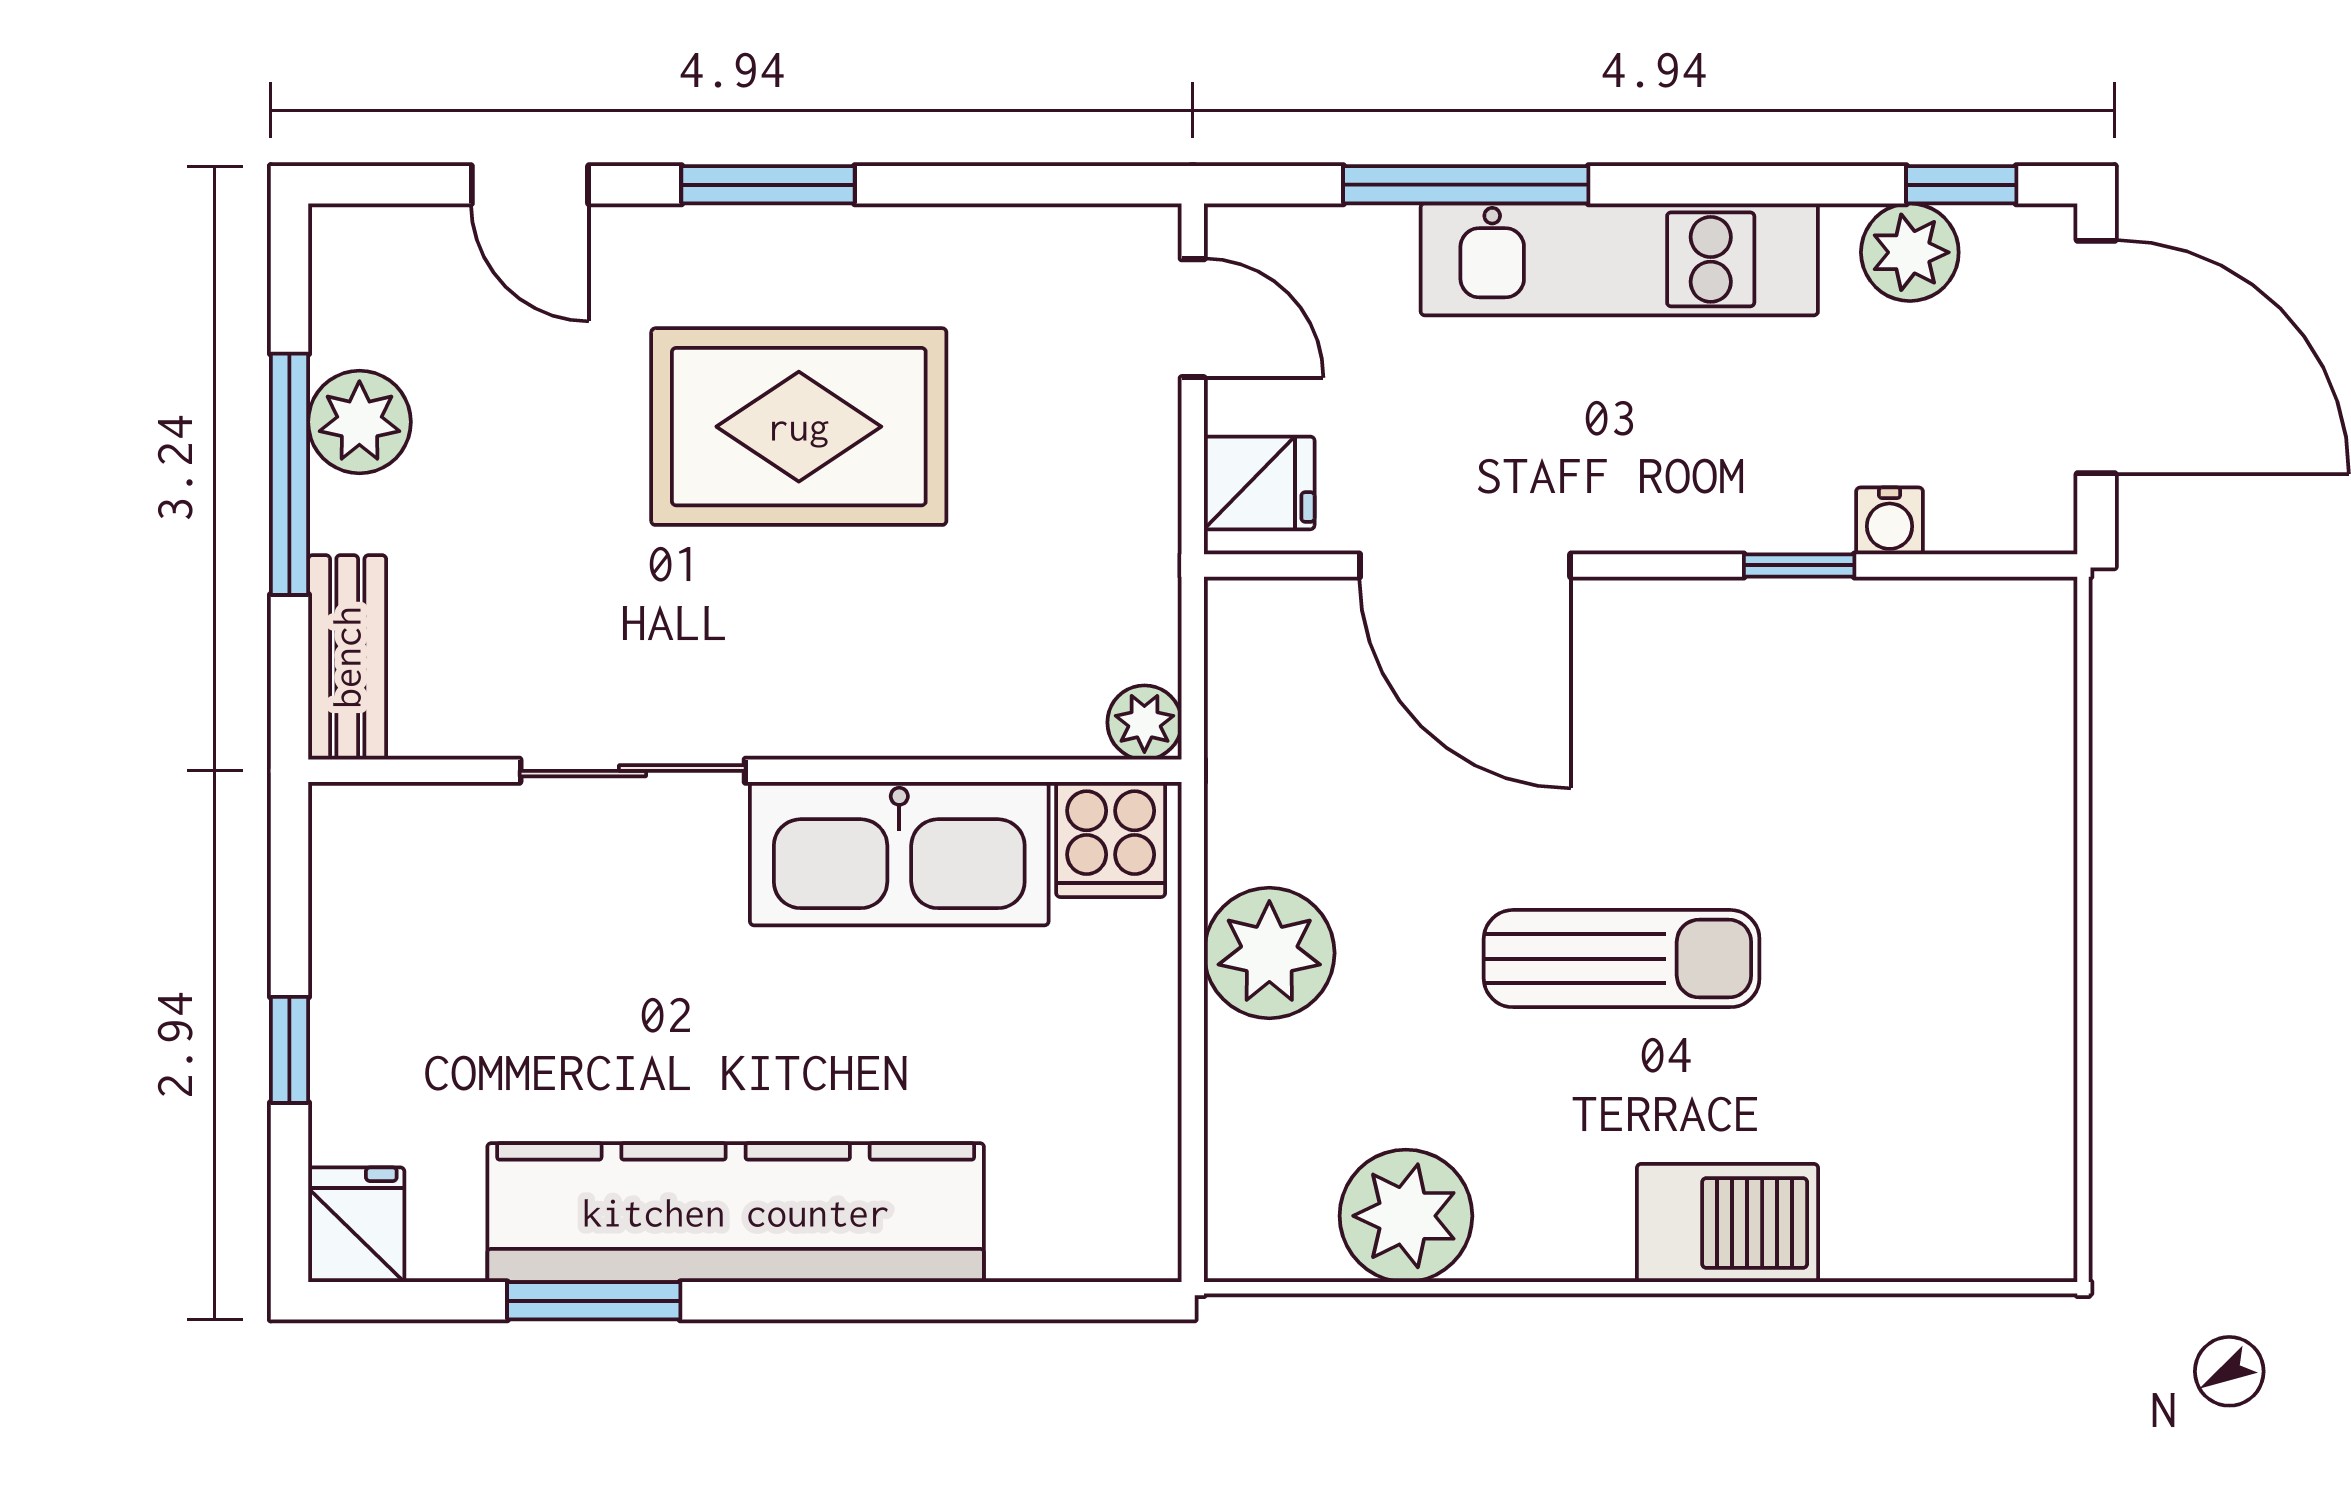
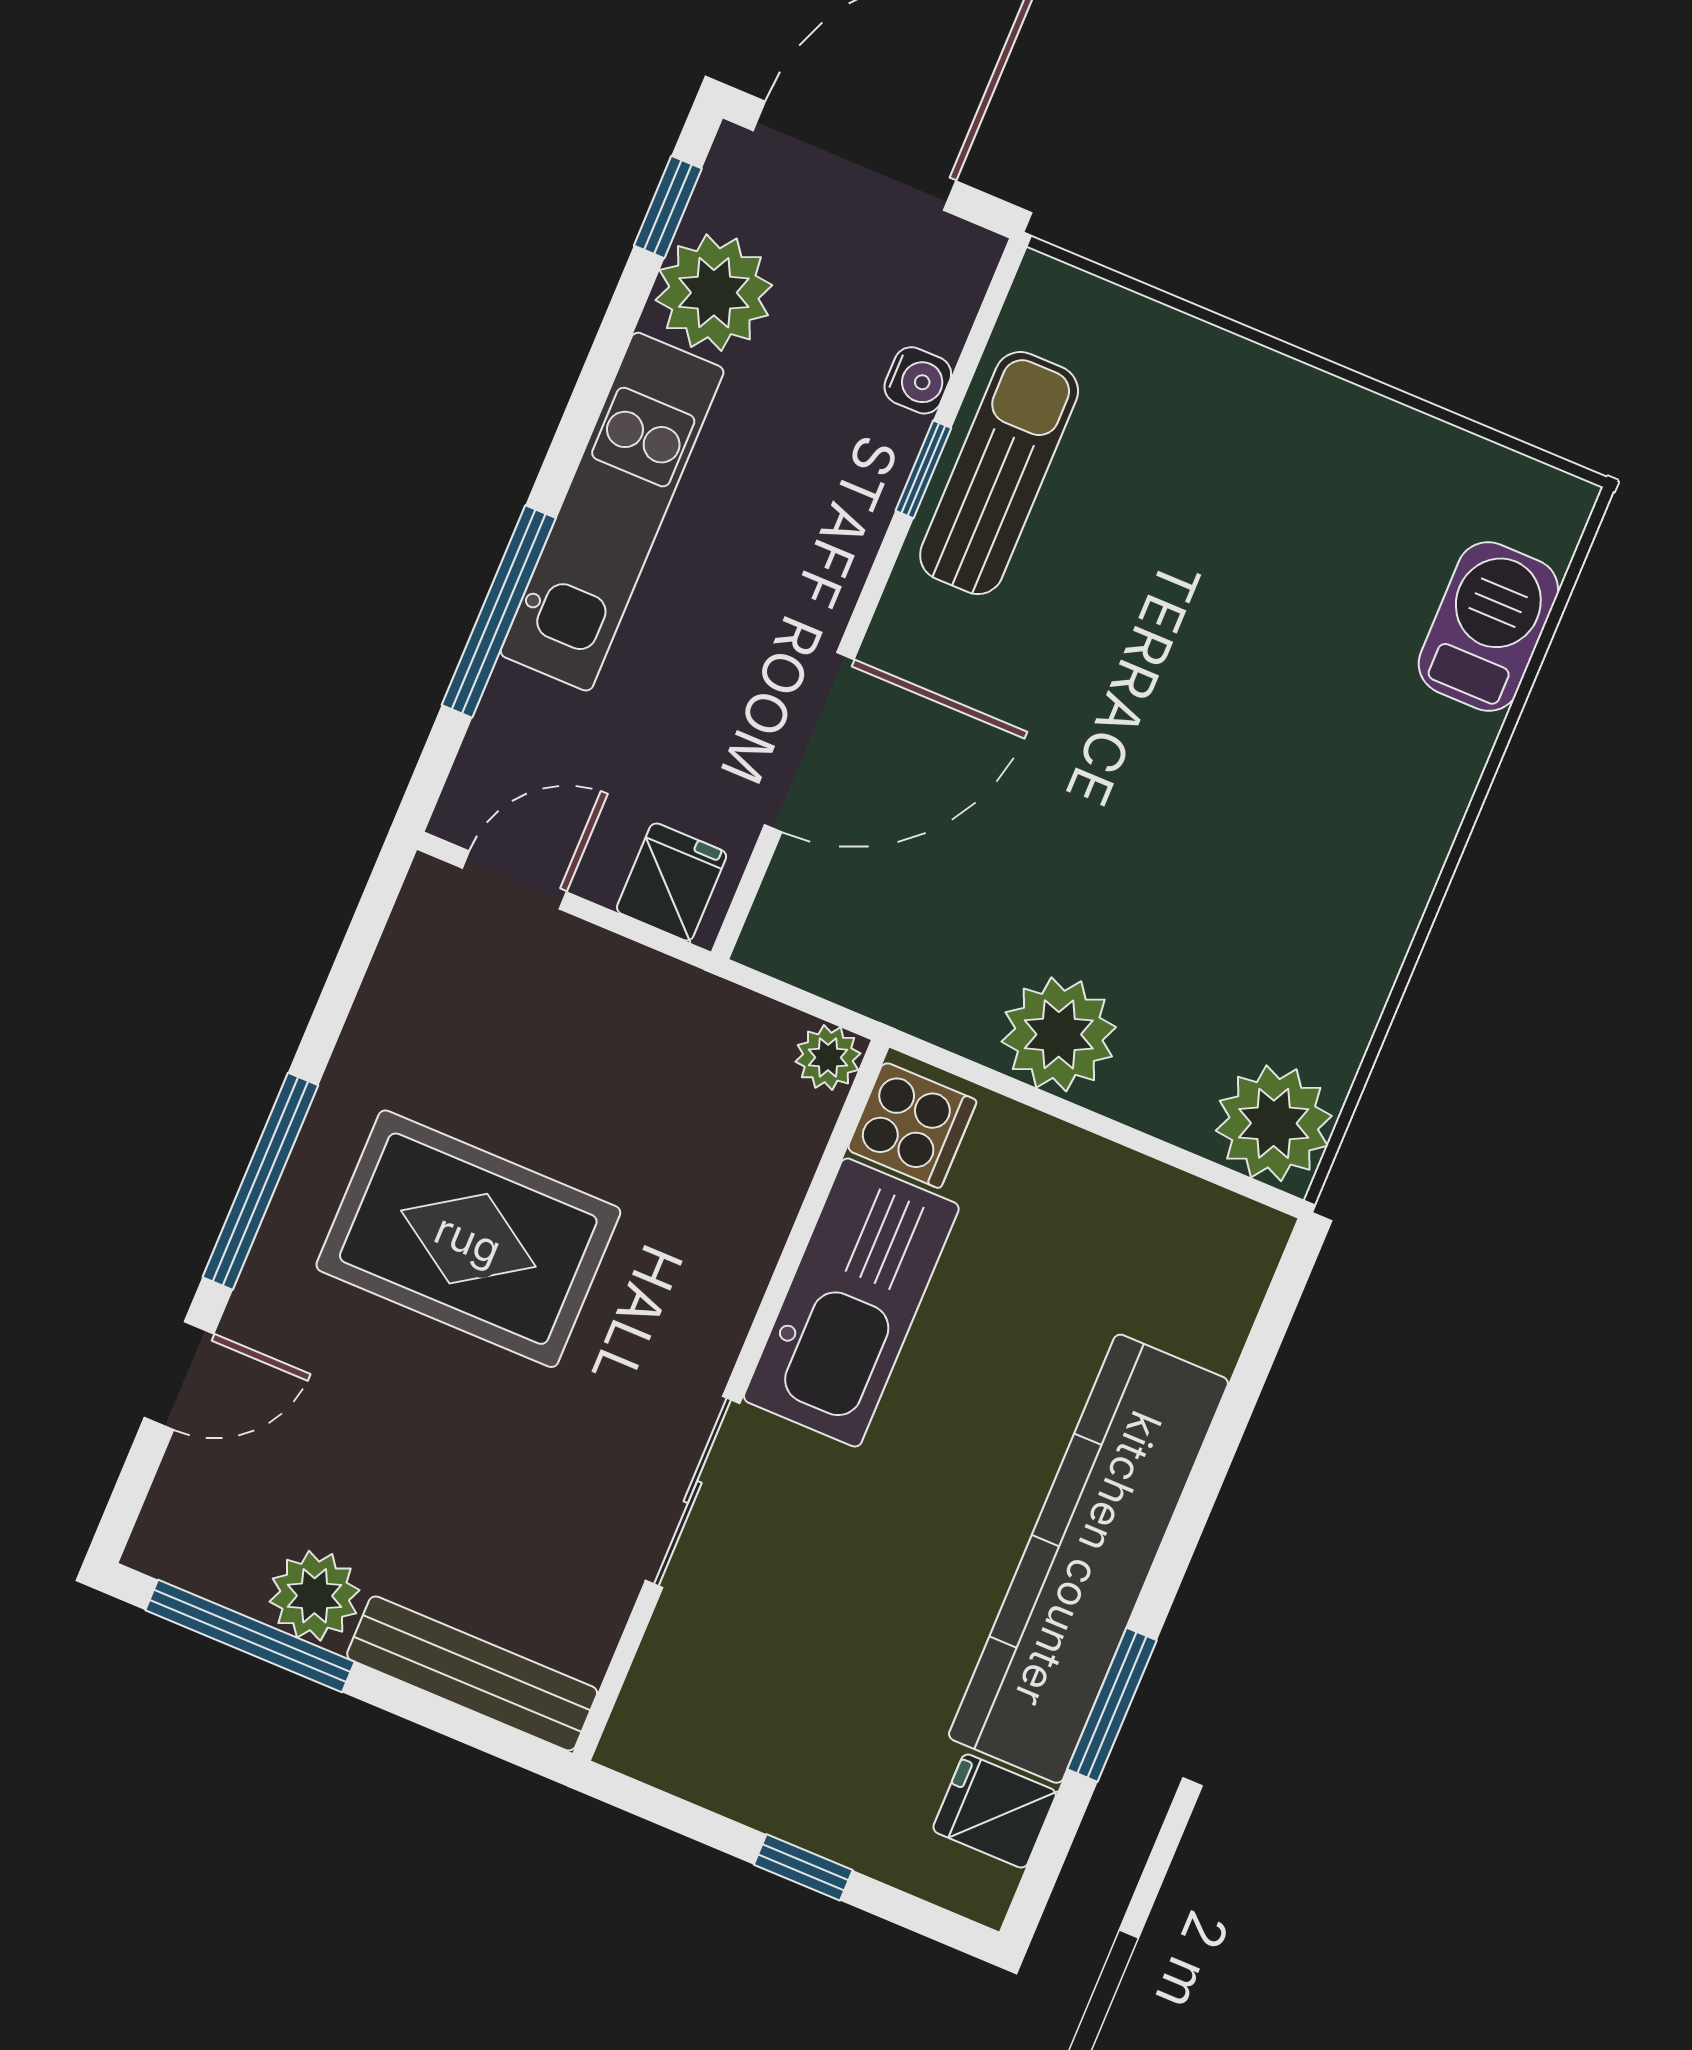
window: (768, 185) -> (260, 1181), width x1.44
plant: (1910, 252) -> (714, 293), width x1.36, depth x1.36
rug: (799, 427) -> (468, 1239), turned 90
window: (289, 474) -> (250, 1636), moved
bench: (347, 657) -> (472, 1674), width x1.36
sun lounger: (1622, 959) -> (999, 473), moved
plant: (1406, 1216) -> (1274, 1123), moved
barbecue: (1727, 1223) -> (1488, 626), moved
fridge: (356, 1225) -> (995, 1811), moved

